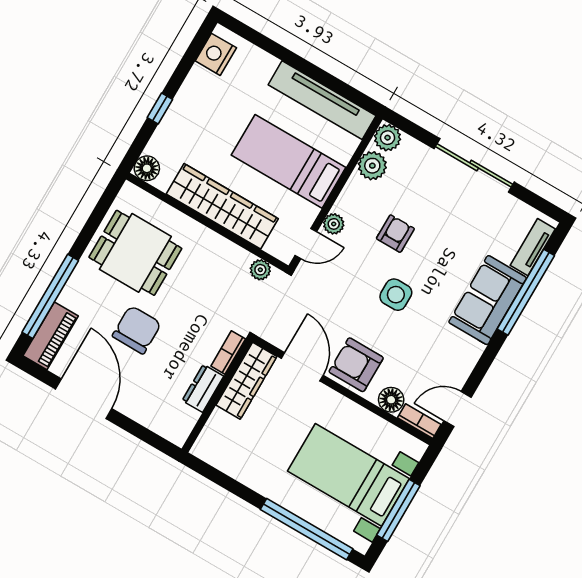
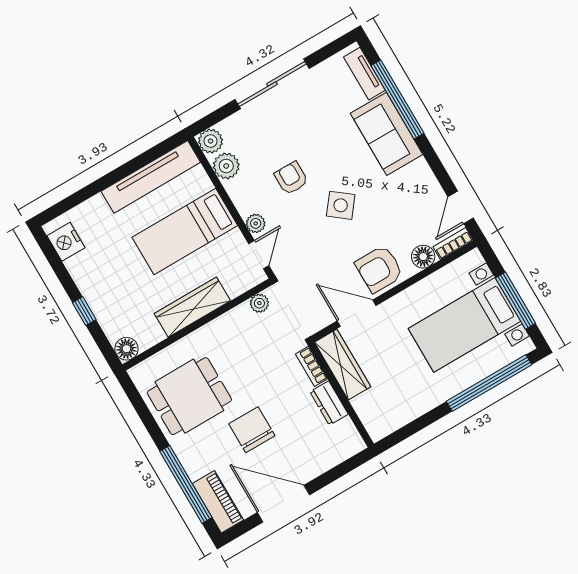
wardrobe: (222, 206) -> (192, 307), width x0.71, depth x0.85
side table: (396, 295) -> (341, 205), turned 38

